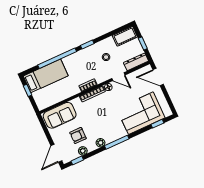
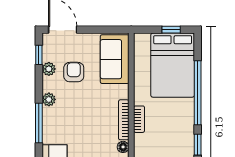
bed: (46, 76) -> (173, 65), width x1.50

